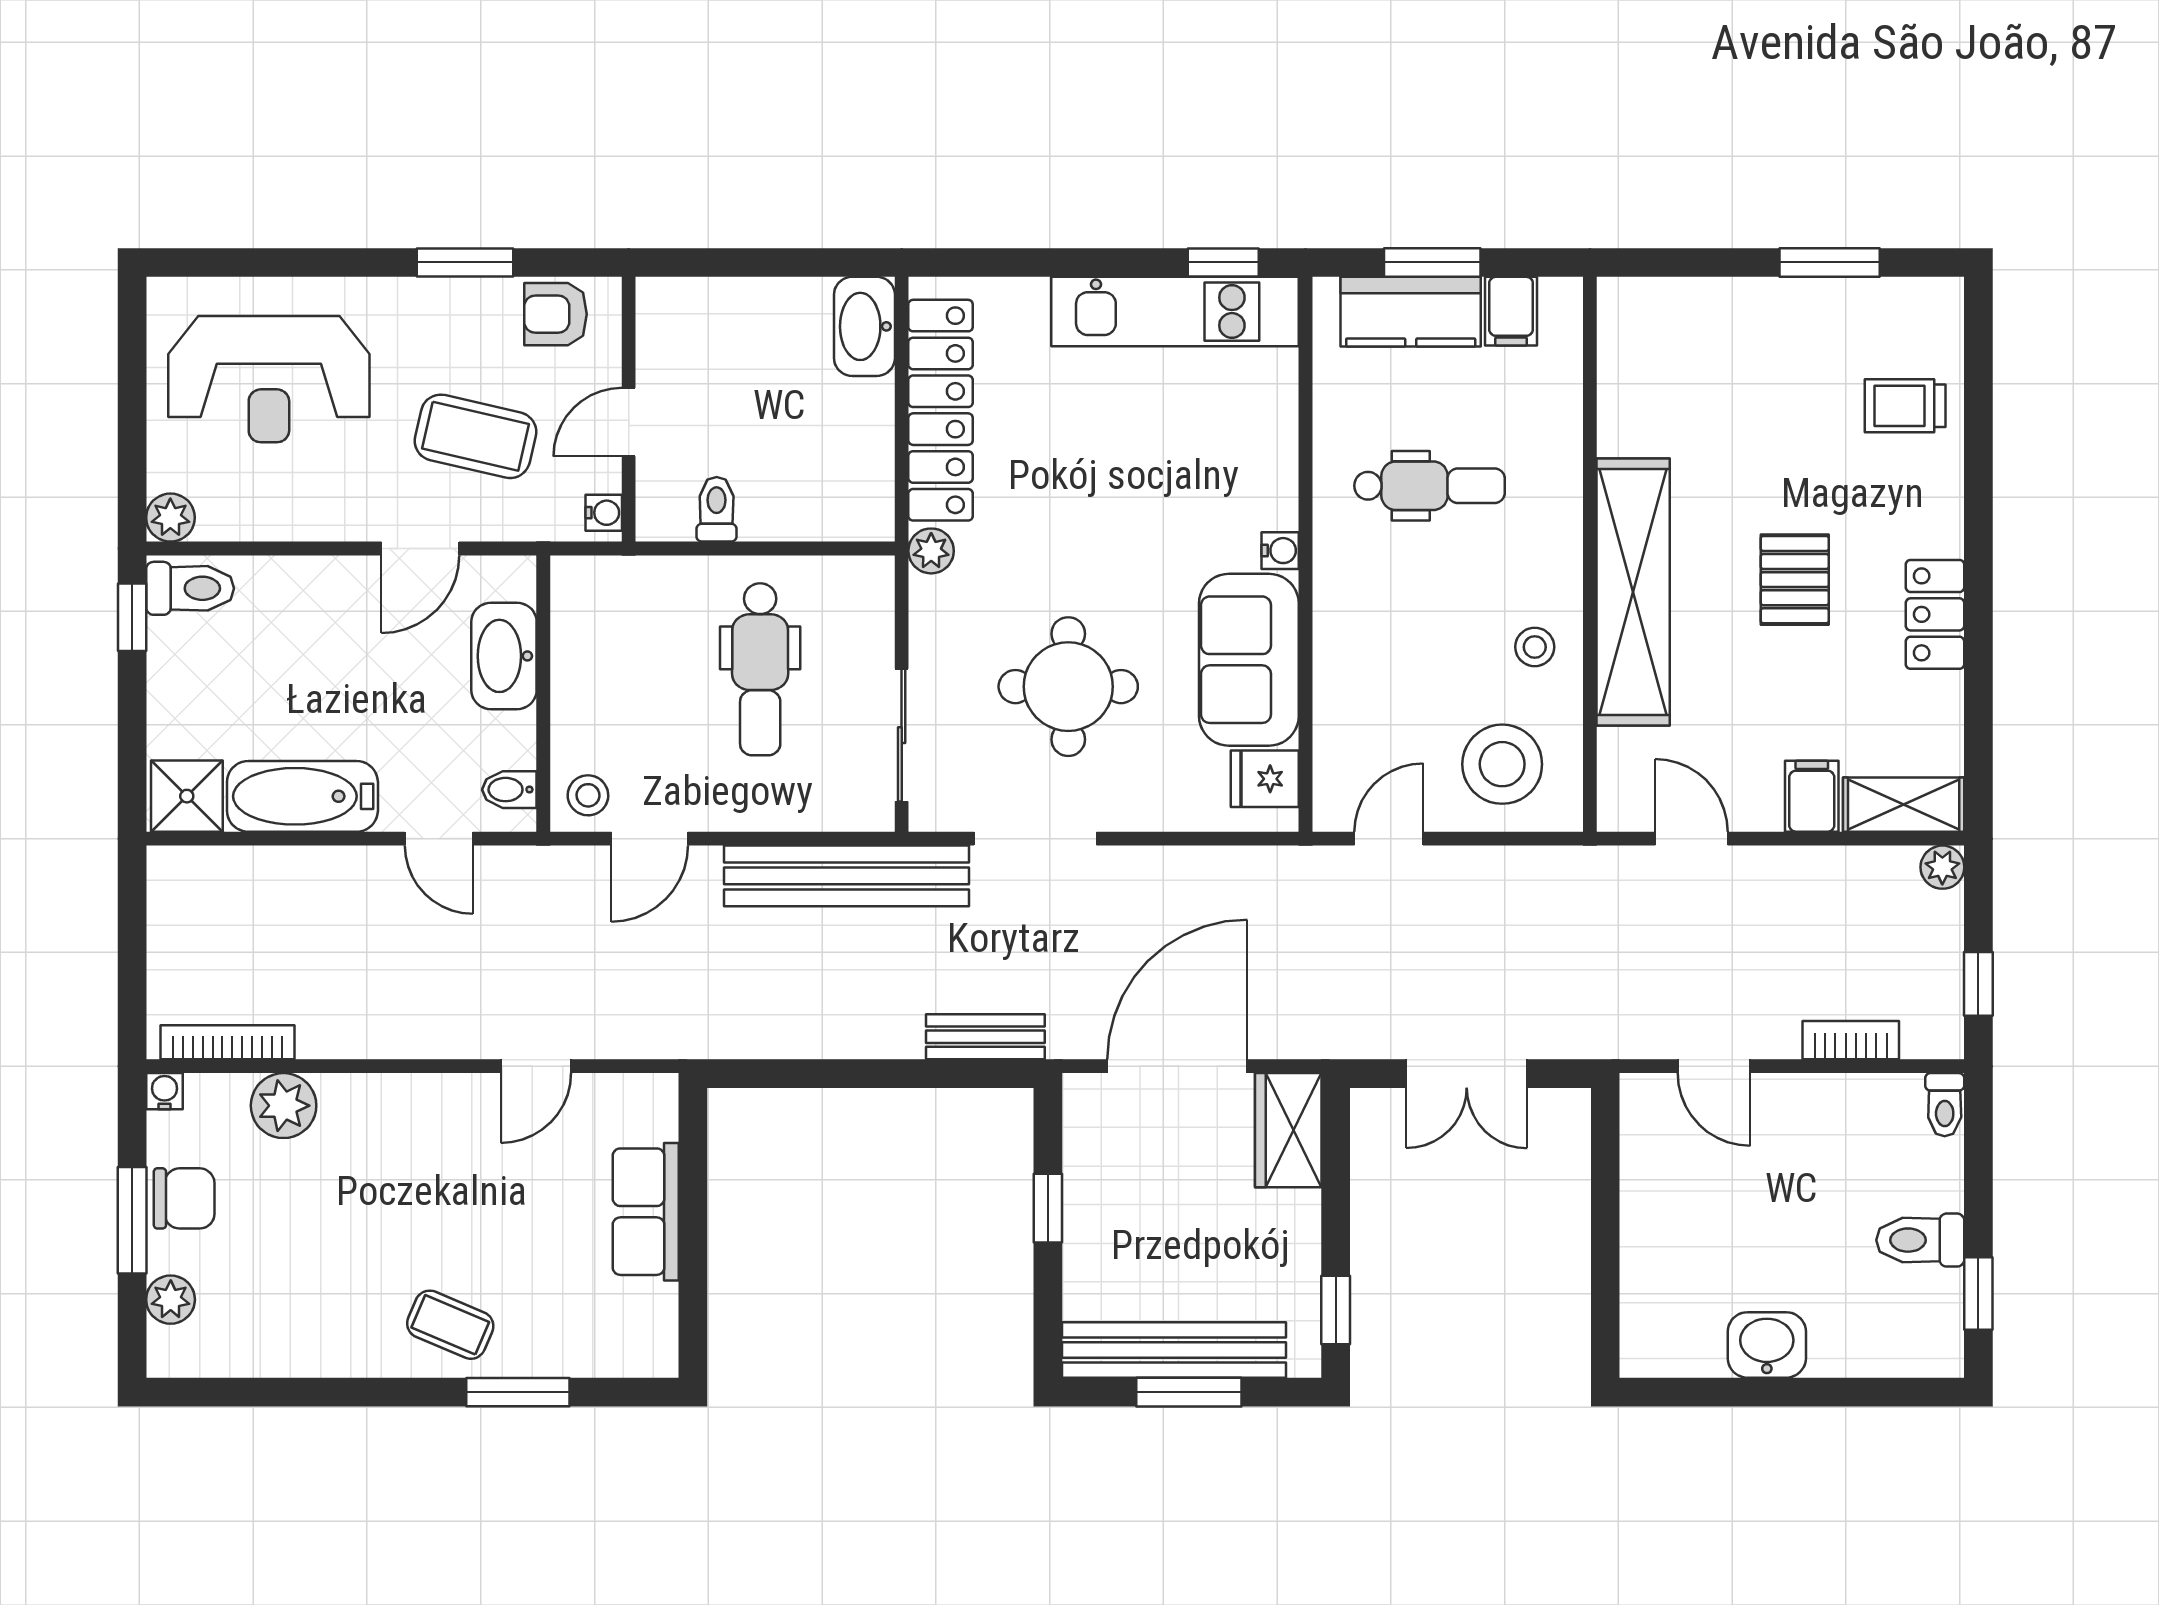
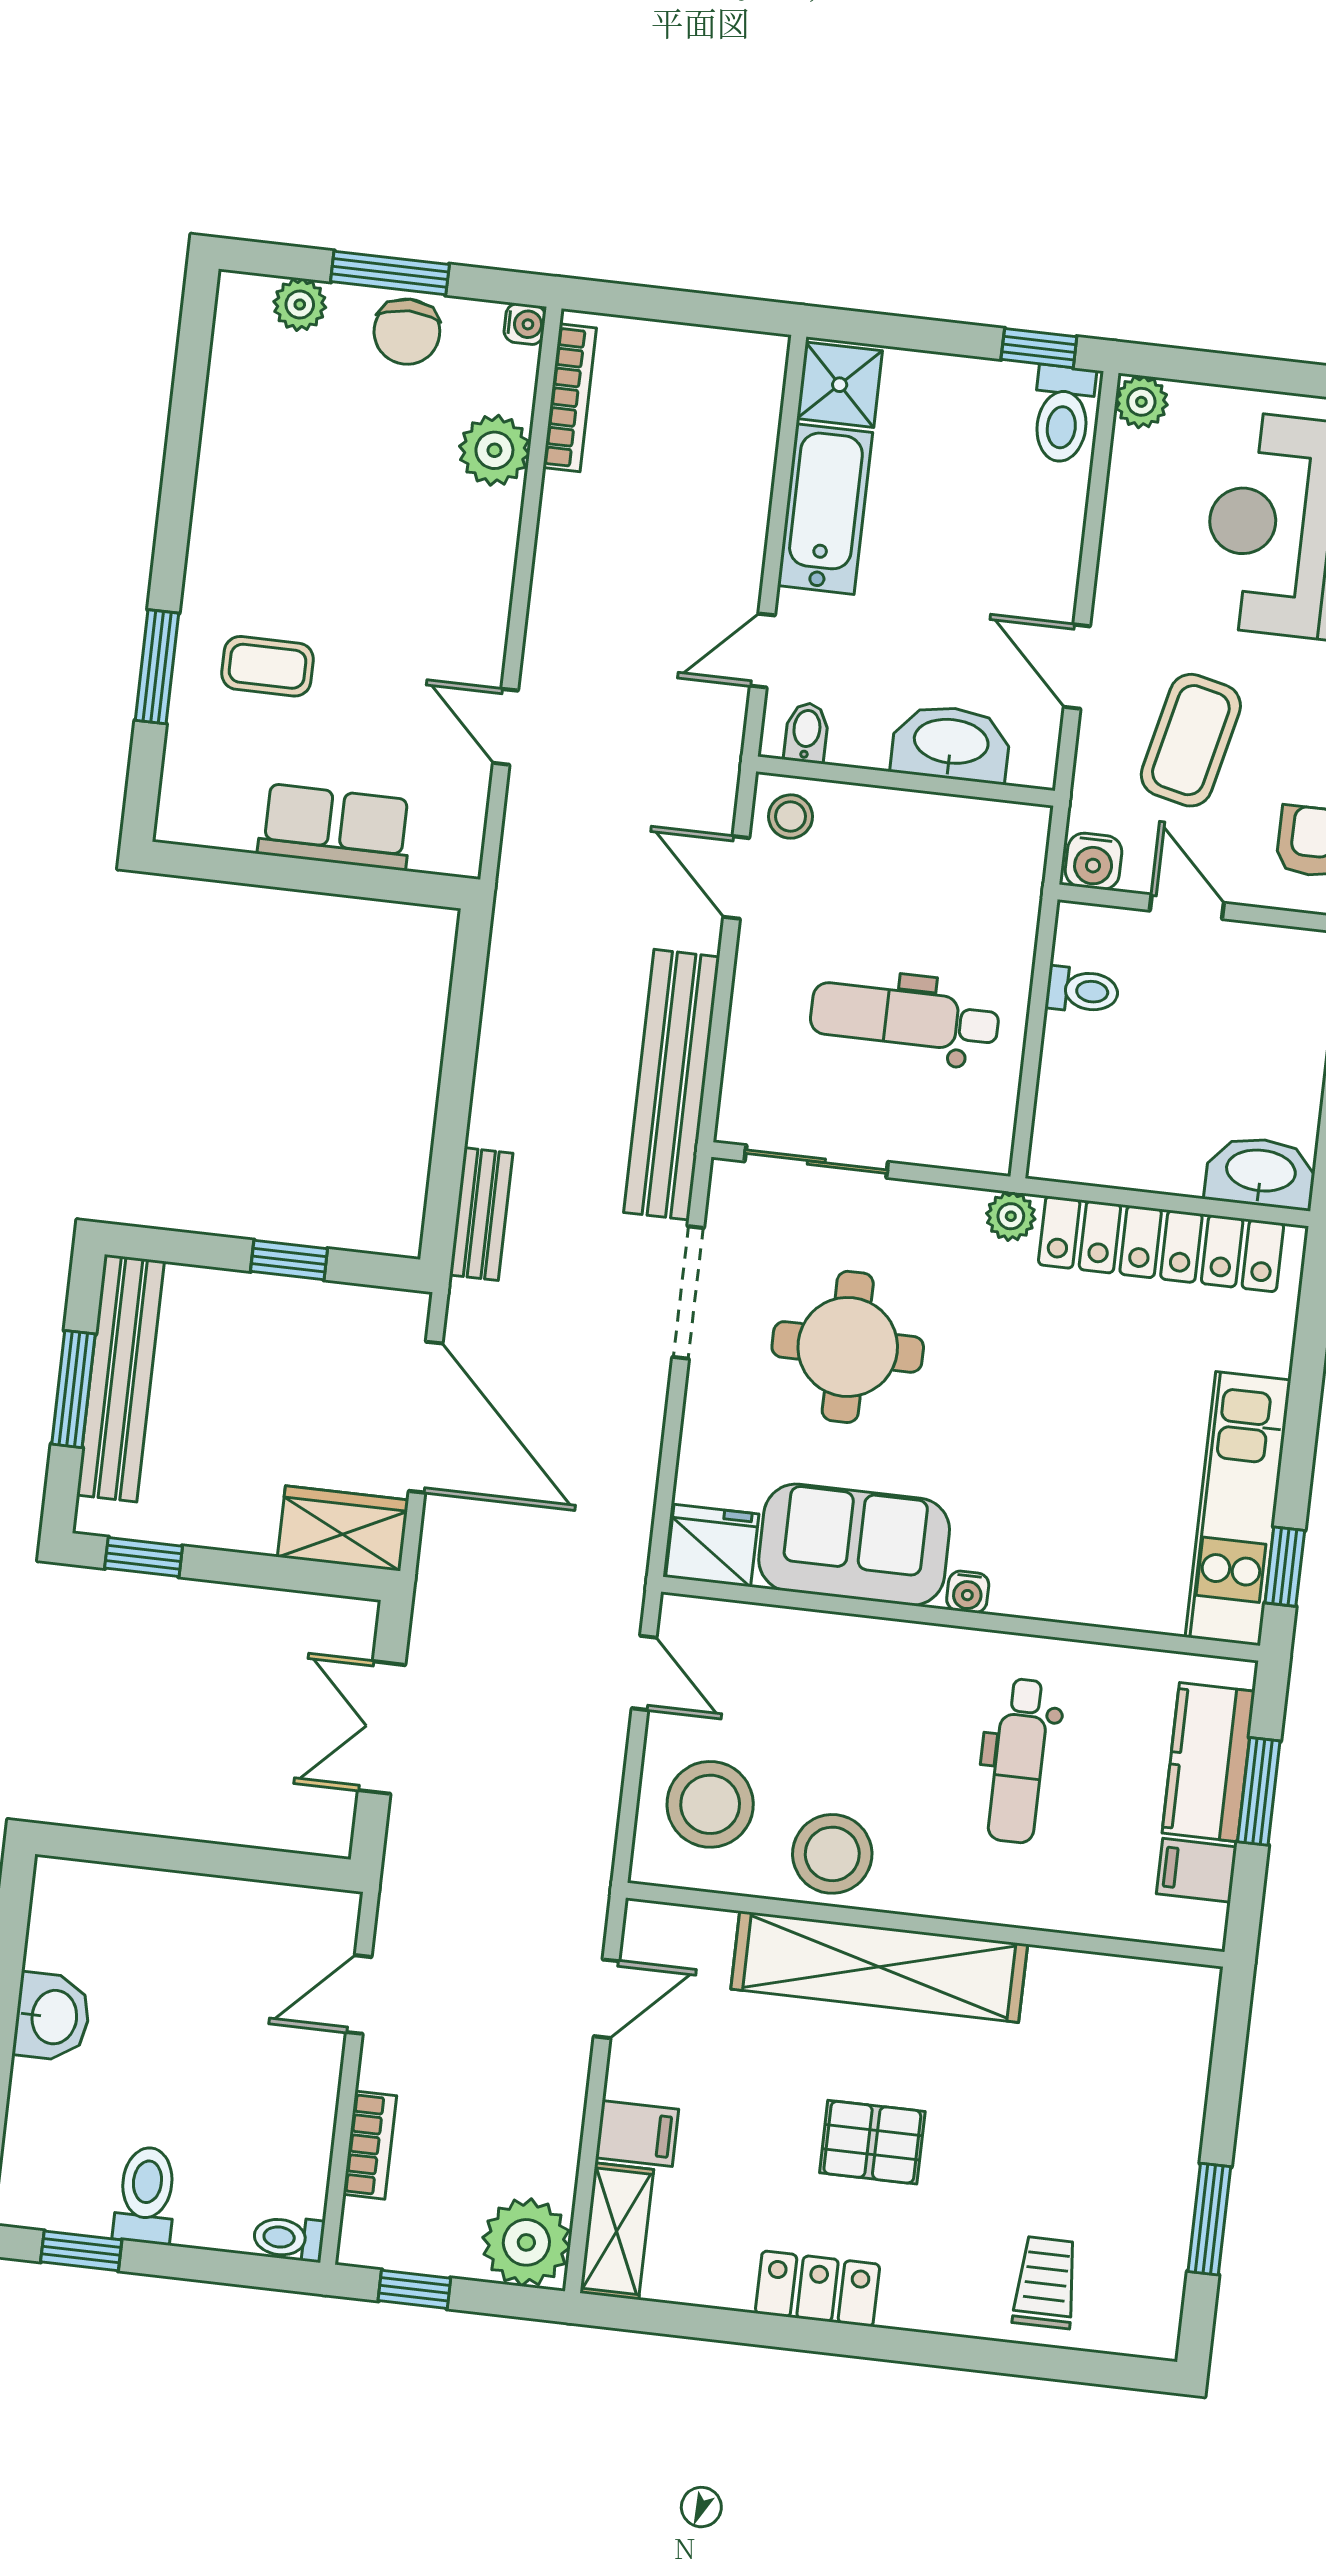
water cooler: (604, 513) -> (1094, 861), width x1.38, depth x1.38
stool: (1535, 647) -> (832, 1854), width x1.89, depth x1.89
fridge: (1265, 779) -> (712, 1546), width x1.38
plant: (1942, 867) -> (526, 2242), width x1.87, depth x1.87
coffee table: (450, 1325) -> (268, 666), moved, turned 67

